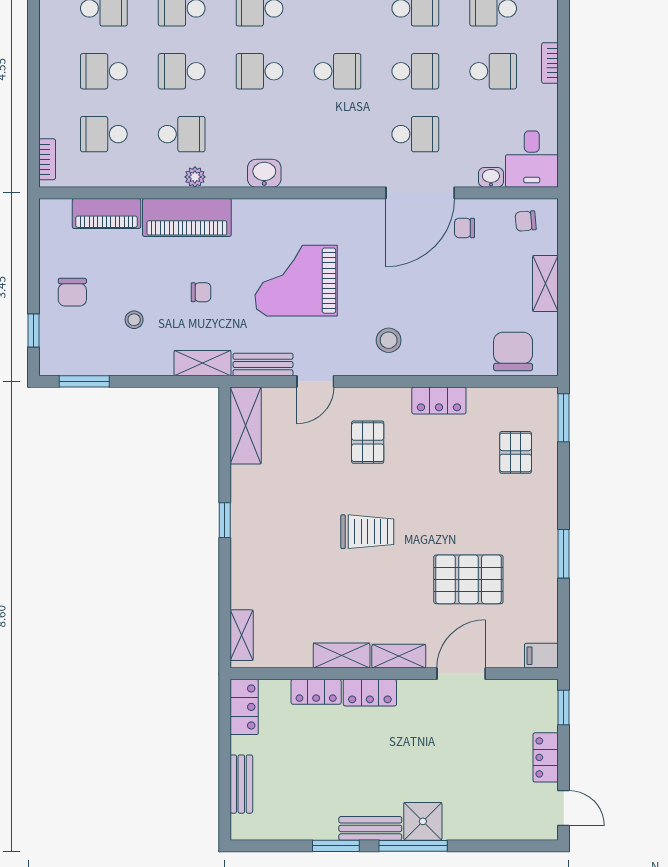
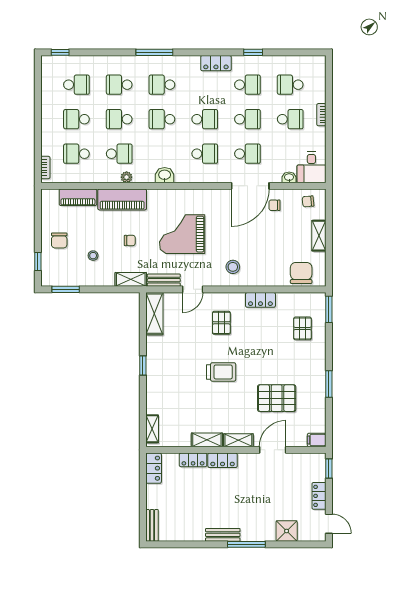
school desk: (337, 134) -> (205, 154), added
bench: (241, 784) -> (152, 525), moved
shower: (423, 821) -> (287, 531), moved
window: (336, 846) -> (204, 544), removed

